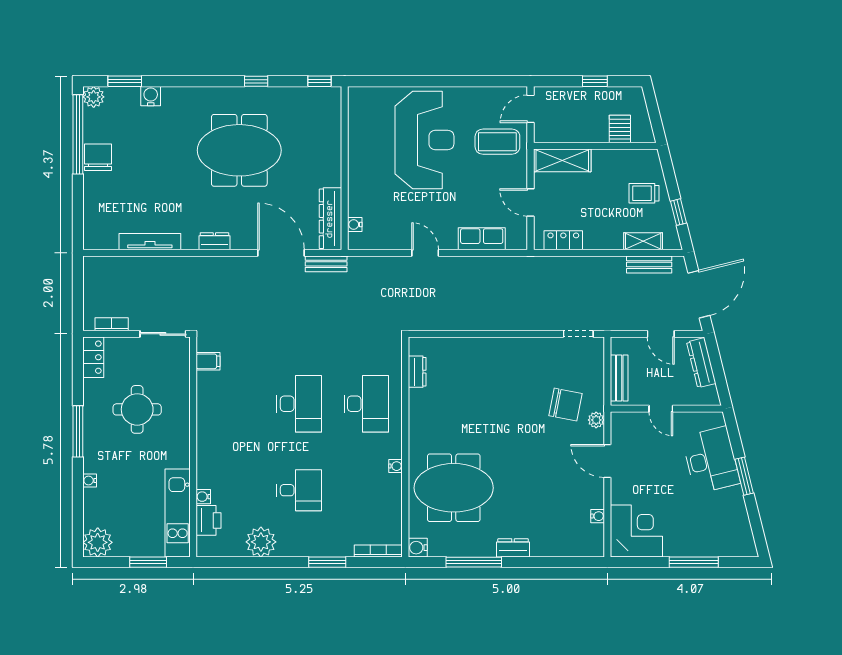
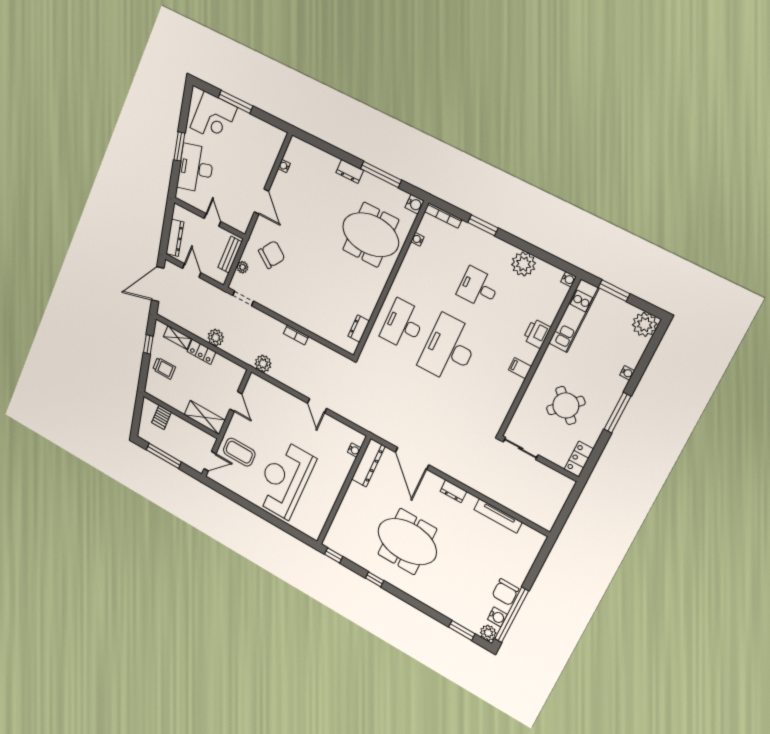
window: (595, 81) -> (164, 456), width x2.17
water cooler: (151, 96) -> (497, 617), moved, turned -90
row of seats: (482, 239) -> (277, 395), removed
locker: (563, 240) -> (202, 352), moved
bench: (326, 264) -> (385, 434), removed
bench: (649, 265) -> (180, 320), removed
plant: (517, 268) -> (263, 364), added
plant: (592, 268) -> (216, 337), added
bookcase: (112, 324) -> (296, 335), moved
filing cabinet: (208, 361) -> (520, 368), moved
desk: (299, 404) -> (449, 349), width x1.36, depth x1.30
chair: (566, 405) -> (272, 255), turned 114
round table: (137, 409) -> (566, 405), turned 45
plant: (596, 420) -> (242, 267), moved
water cooler: (396, 466) -> (417, 239), moved
water cooler: (203, 497) -> (568, 279), moved
printer: (209, 520) -> (537, 333), moved
corner desk: (636, 531) -> (214, 118), moved, turned -90

